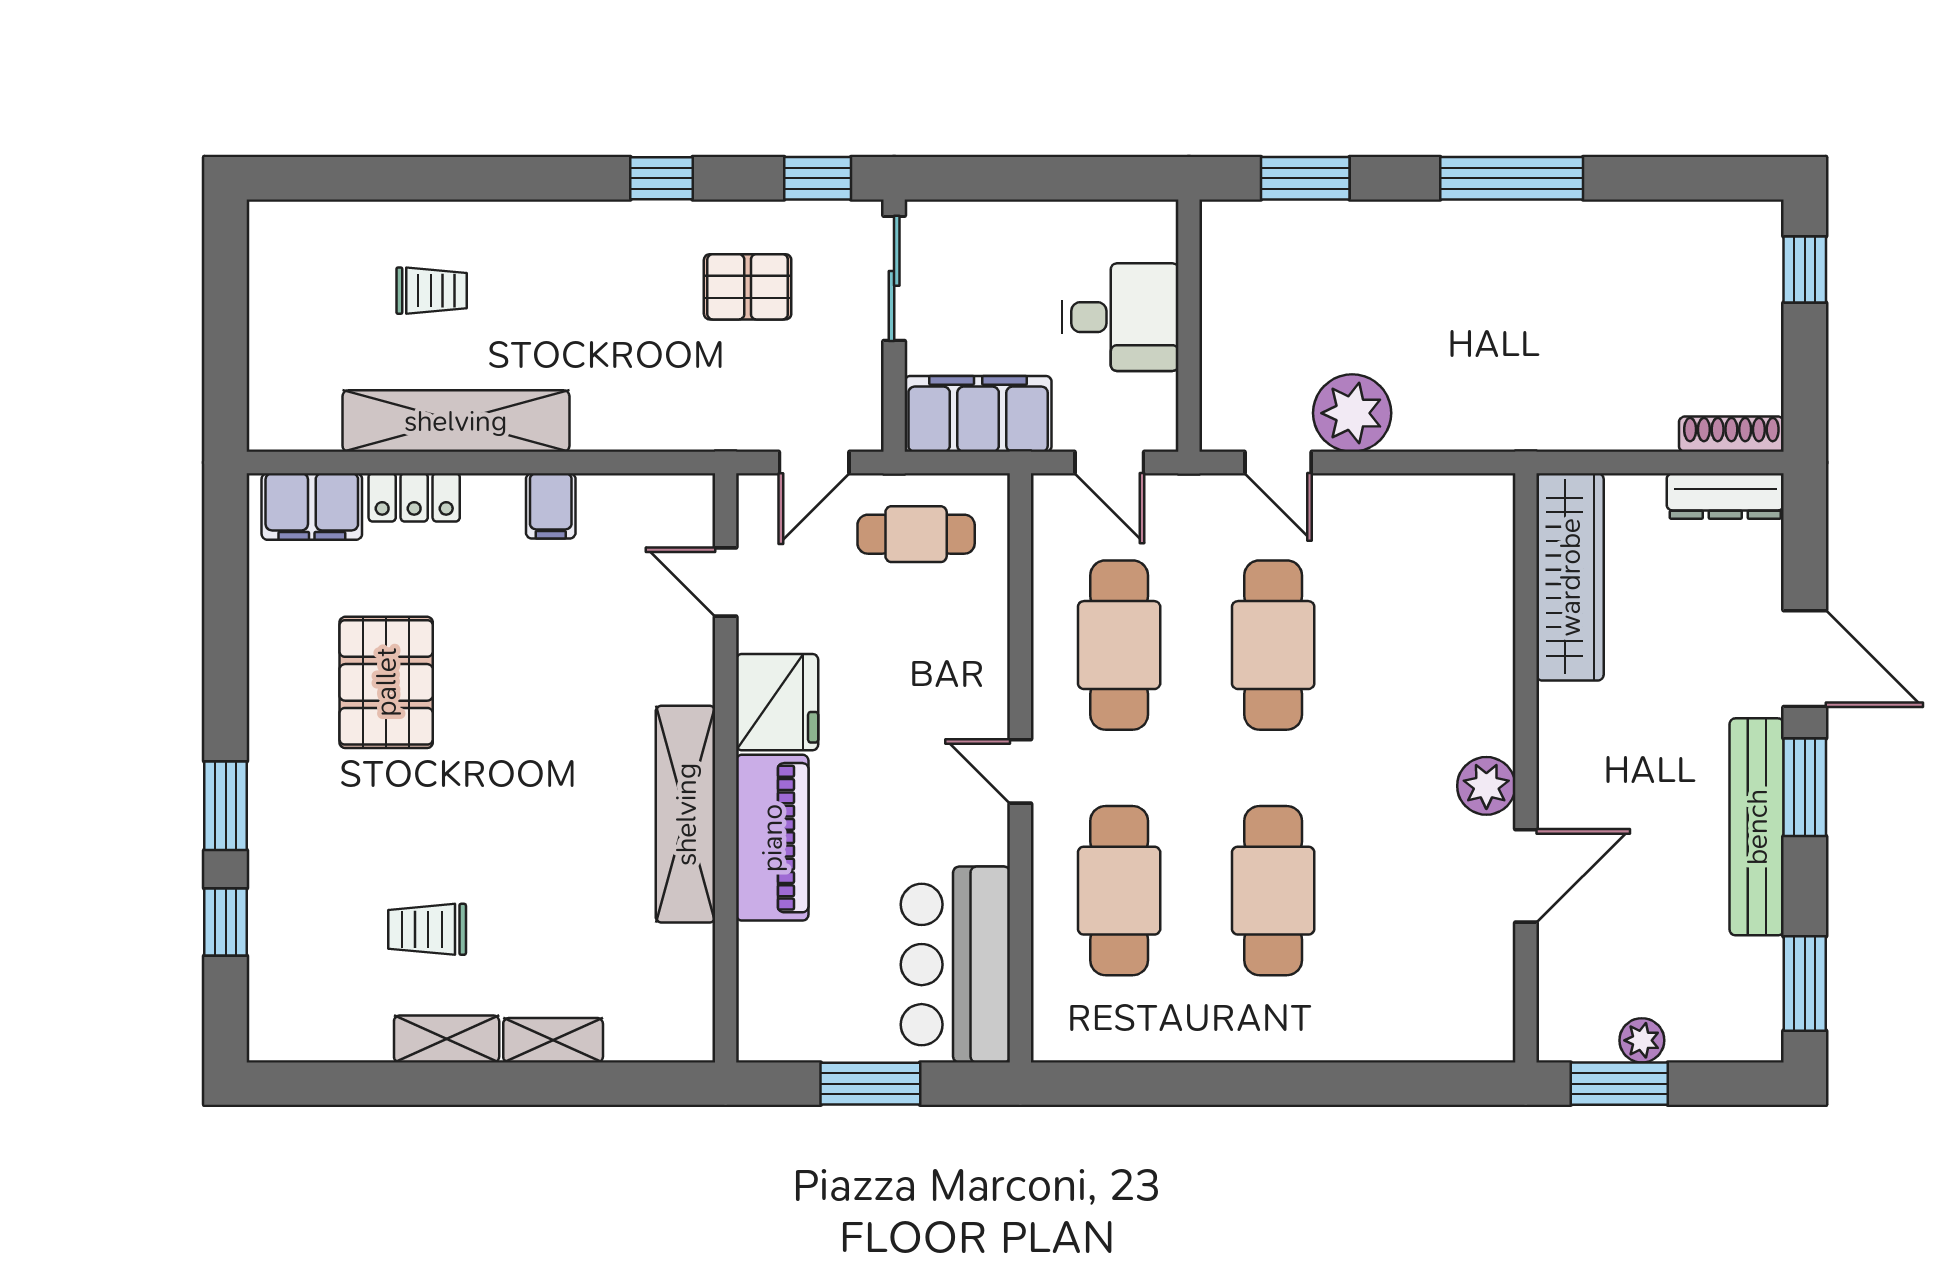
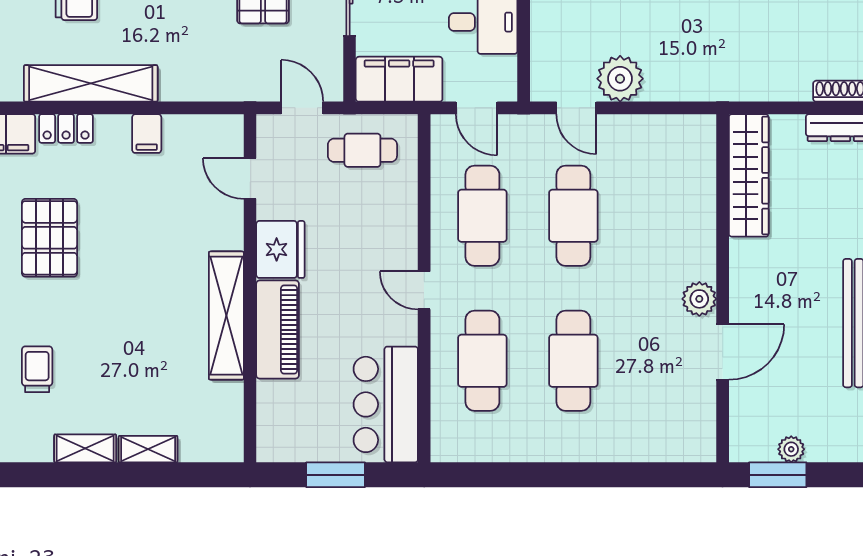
door: (814, 463) -> (302, 108), swing flipped
trolley: (427, 929) -> (37, 369), moved, turned 90

